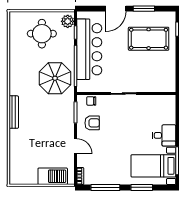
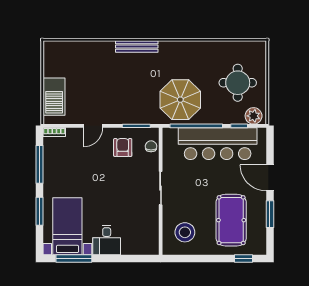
stool: (158, 75) -> (185, 232), added
armchair: (92, 123) -> (123, 147), turned 180

